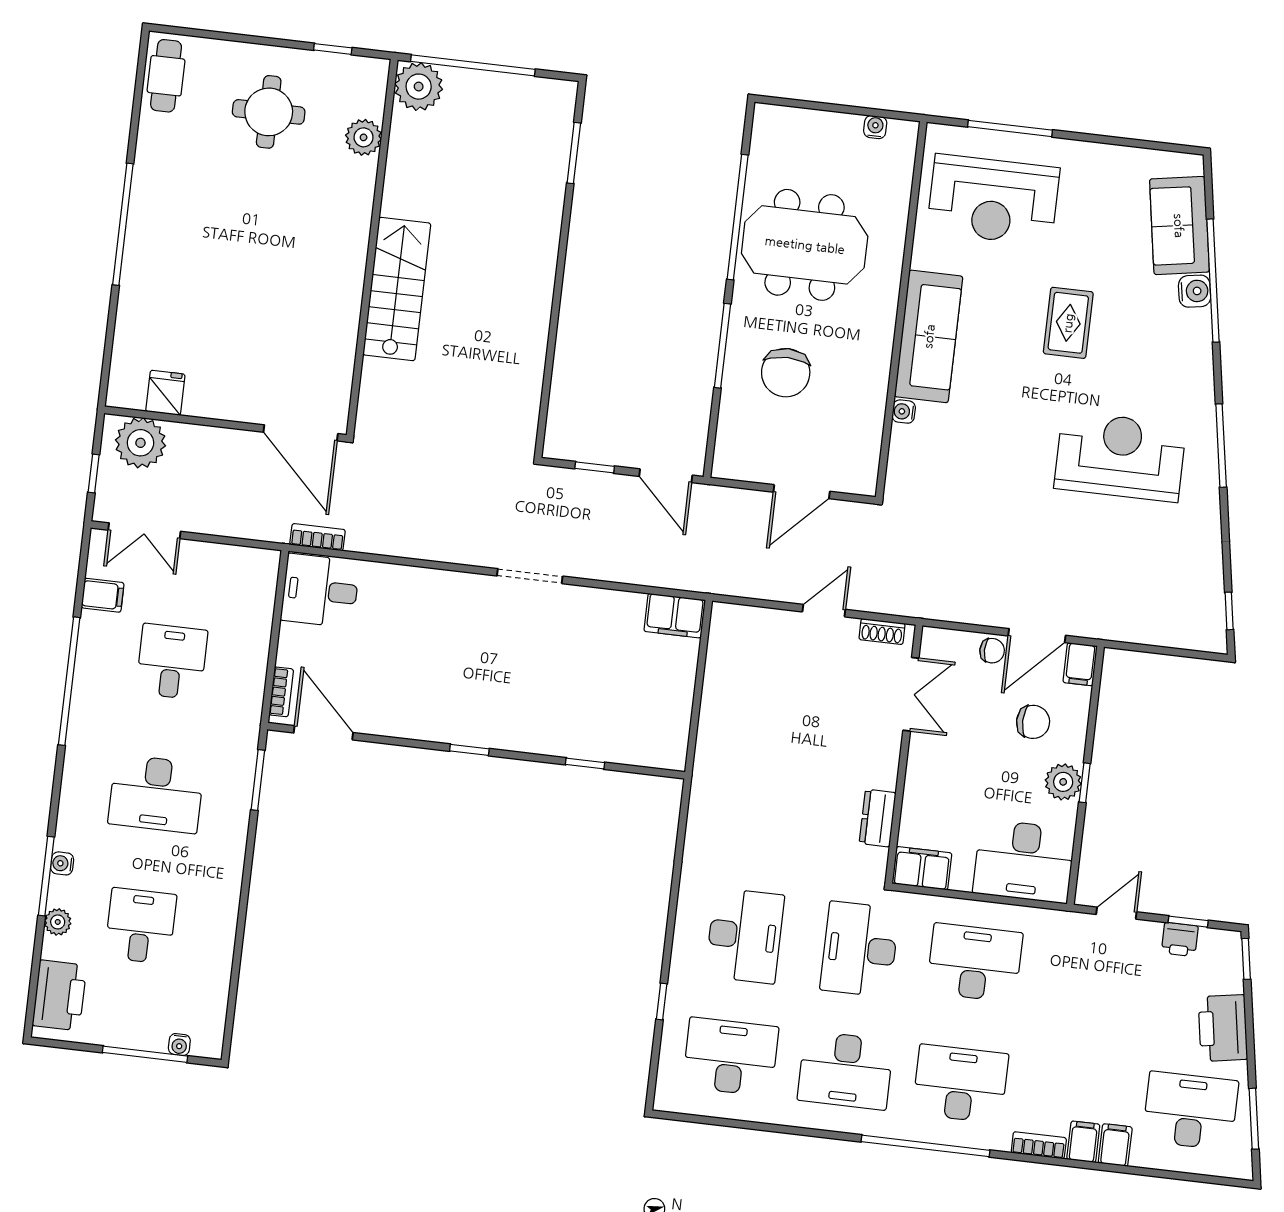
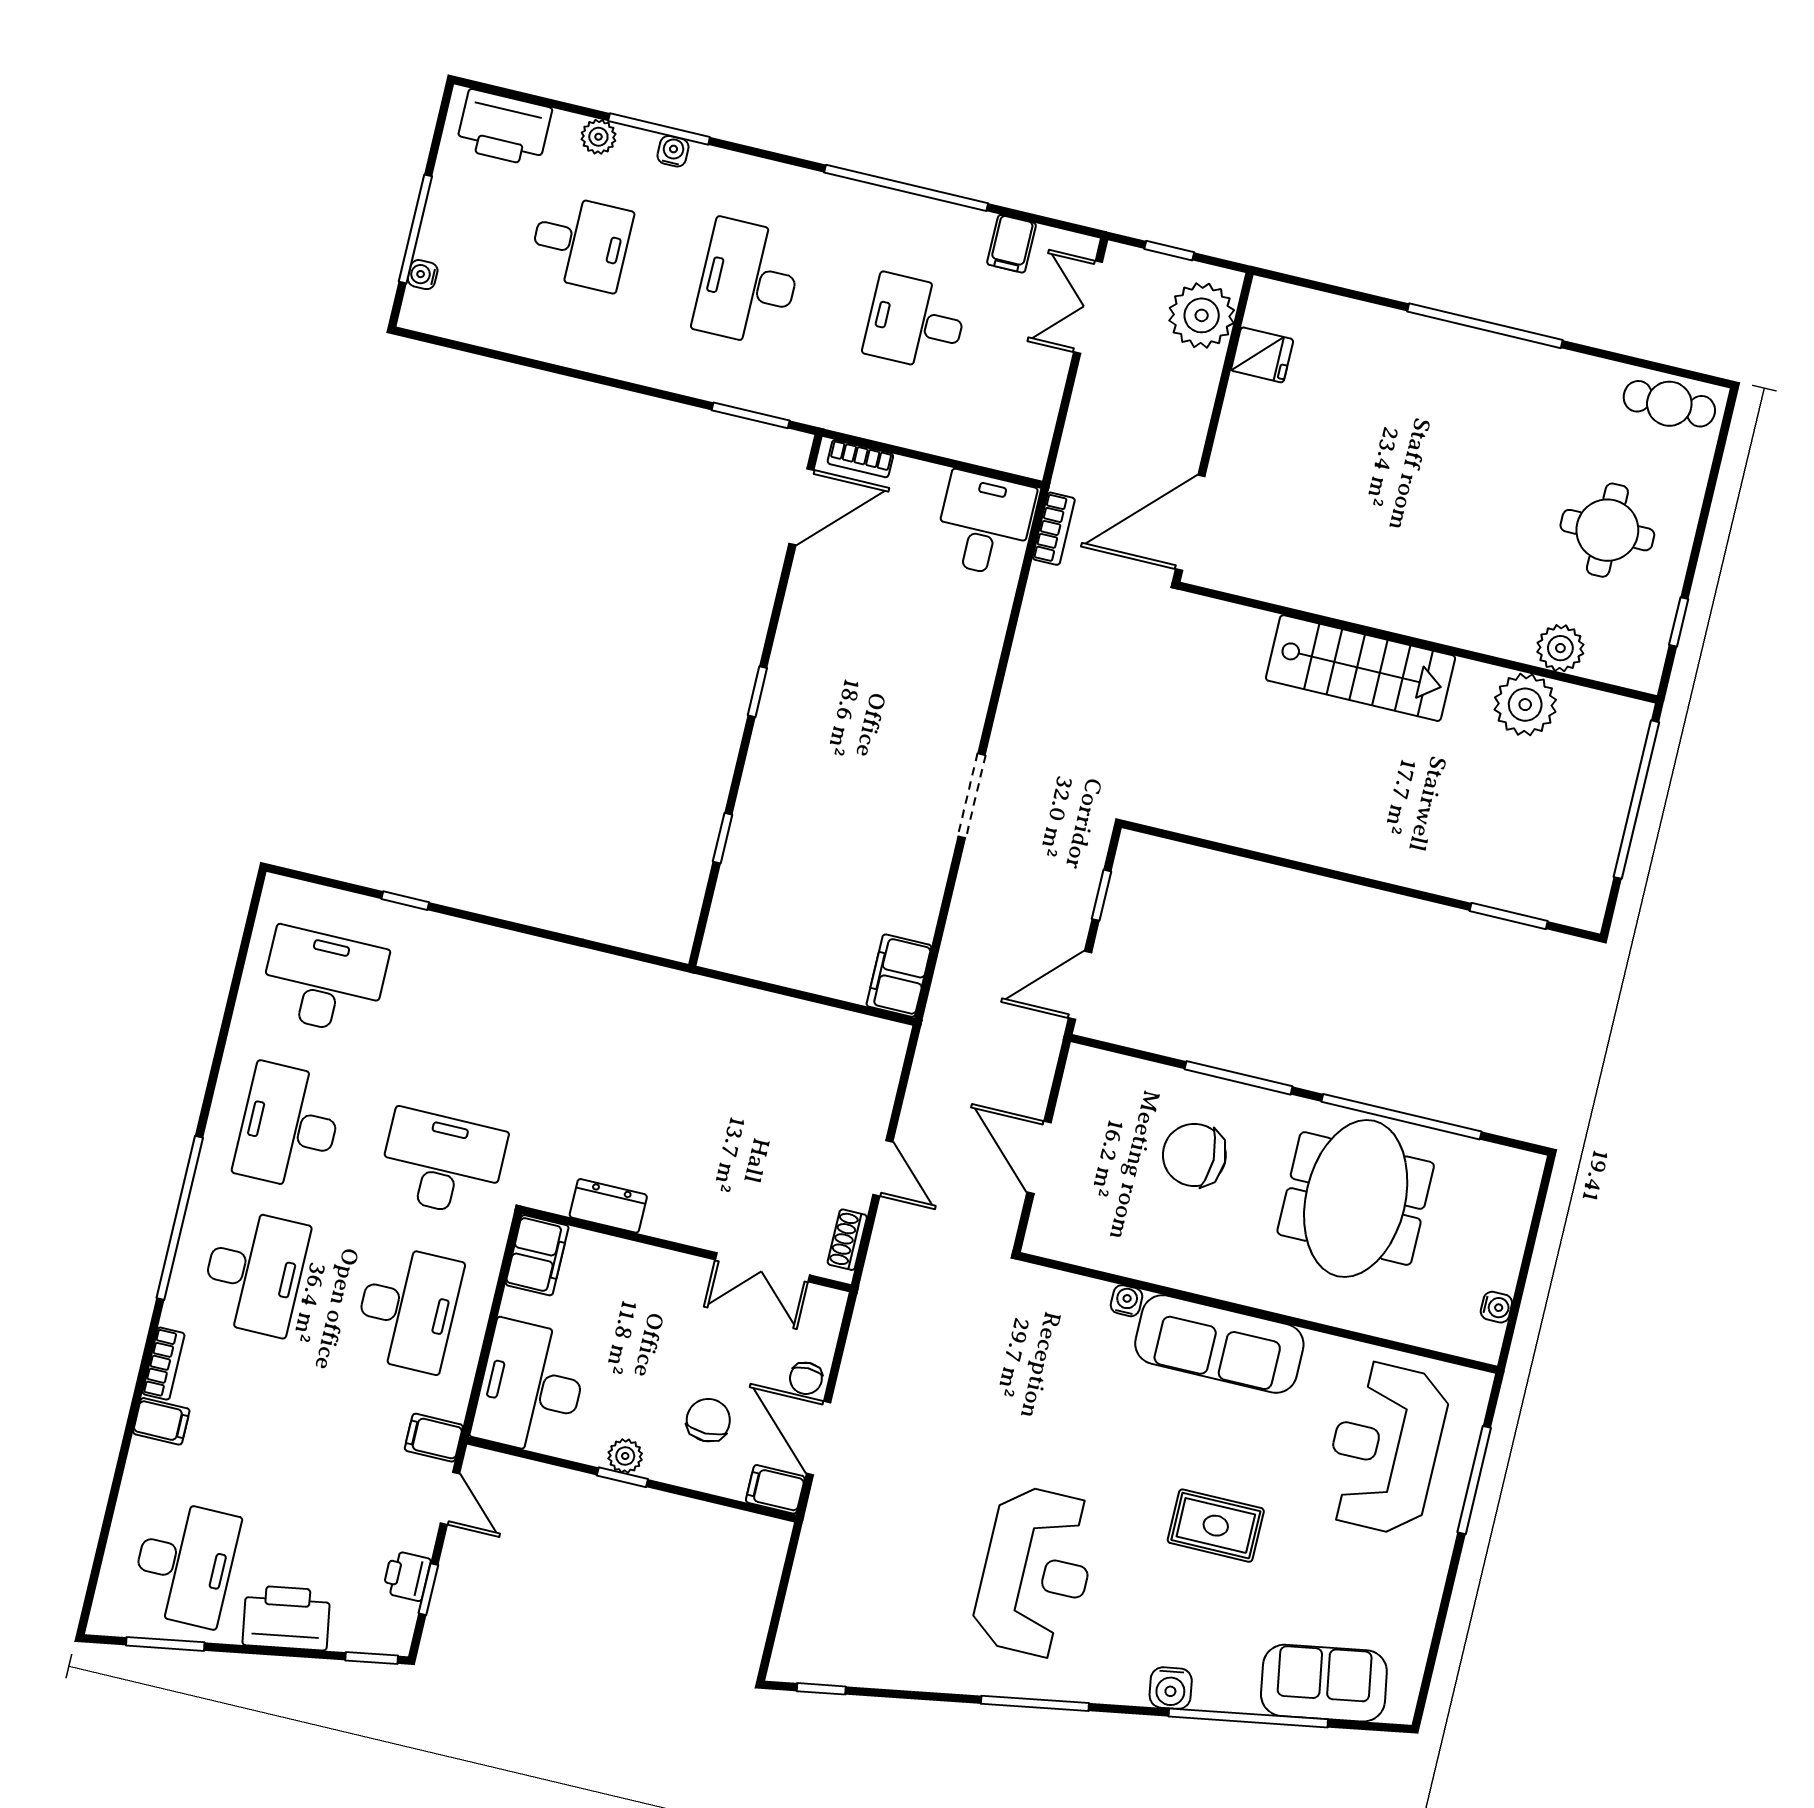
plant: (419, 87) -> (1525, 705), moved
water cooler: (1195, 291) -> (1171, 1688), moved
desk: (172, 662) -> (916, 322), turned 180
chair: (1033, 722) -> (708, 1420), turned 180
plant: (1063, 782) -> (625, 1456), width x0.73, depth x0.73
desk: (745, 936) -> (477, 1017), removed
desk: (731, 1057) -> (324, 981), turned -90
filing cabinet: (1115, 1145) -> (434, 1438), moved, turned 180

